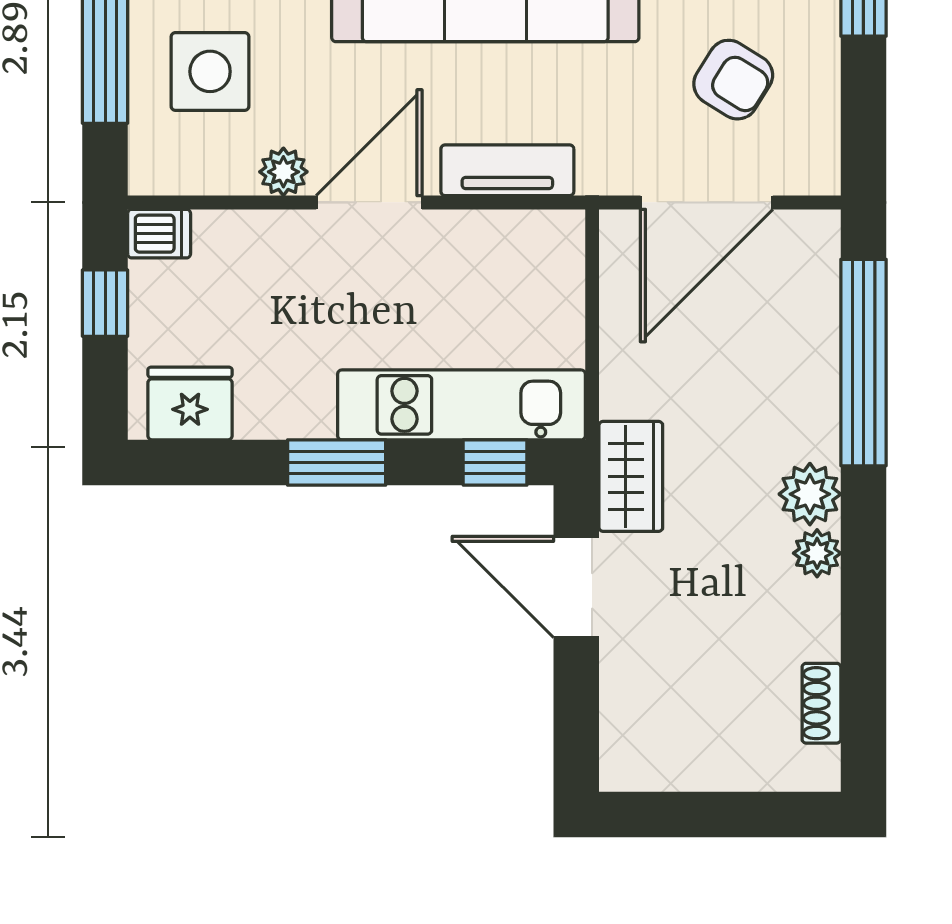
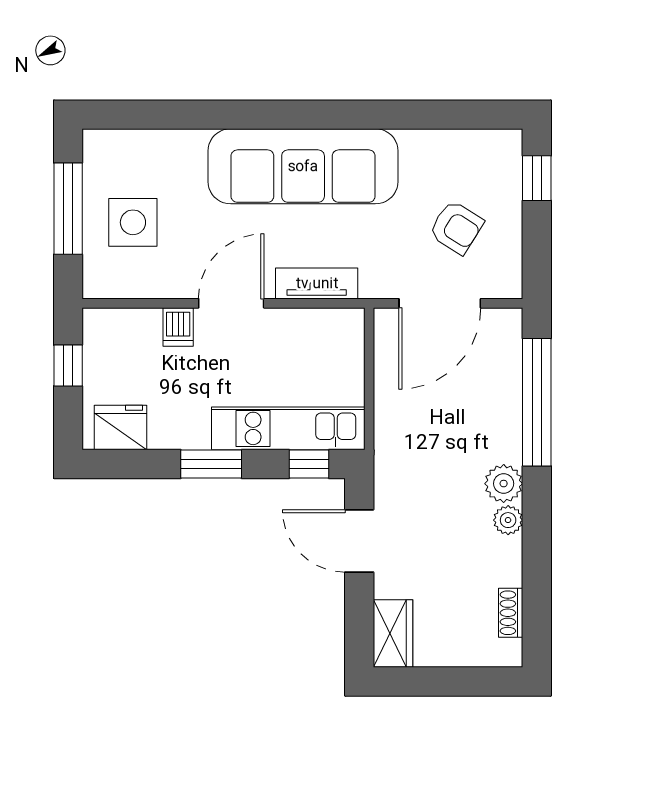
plant: (283, 172) -> (178, 284), removed
dishwasher: (159, 234) -> (178, 327), moved, turned 90
wardrobe: (631, 476) -> (393, 634), moved

